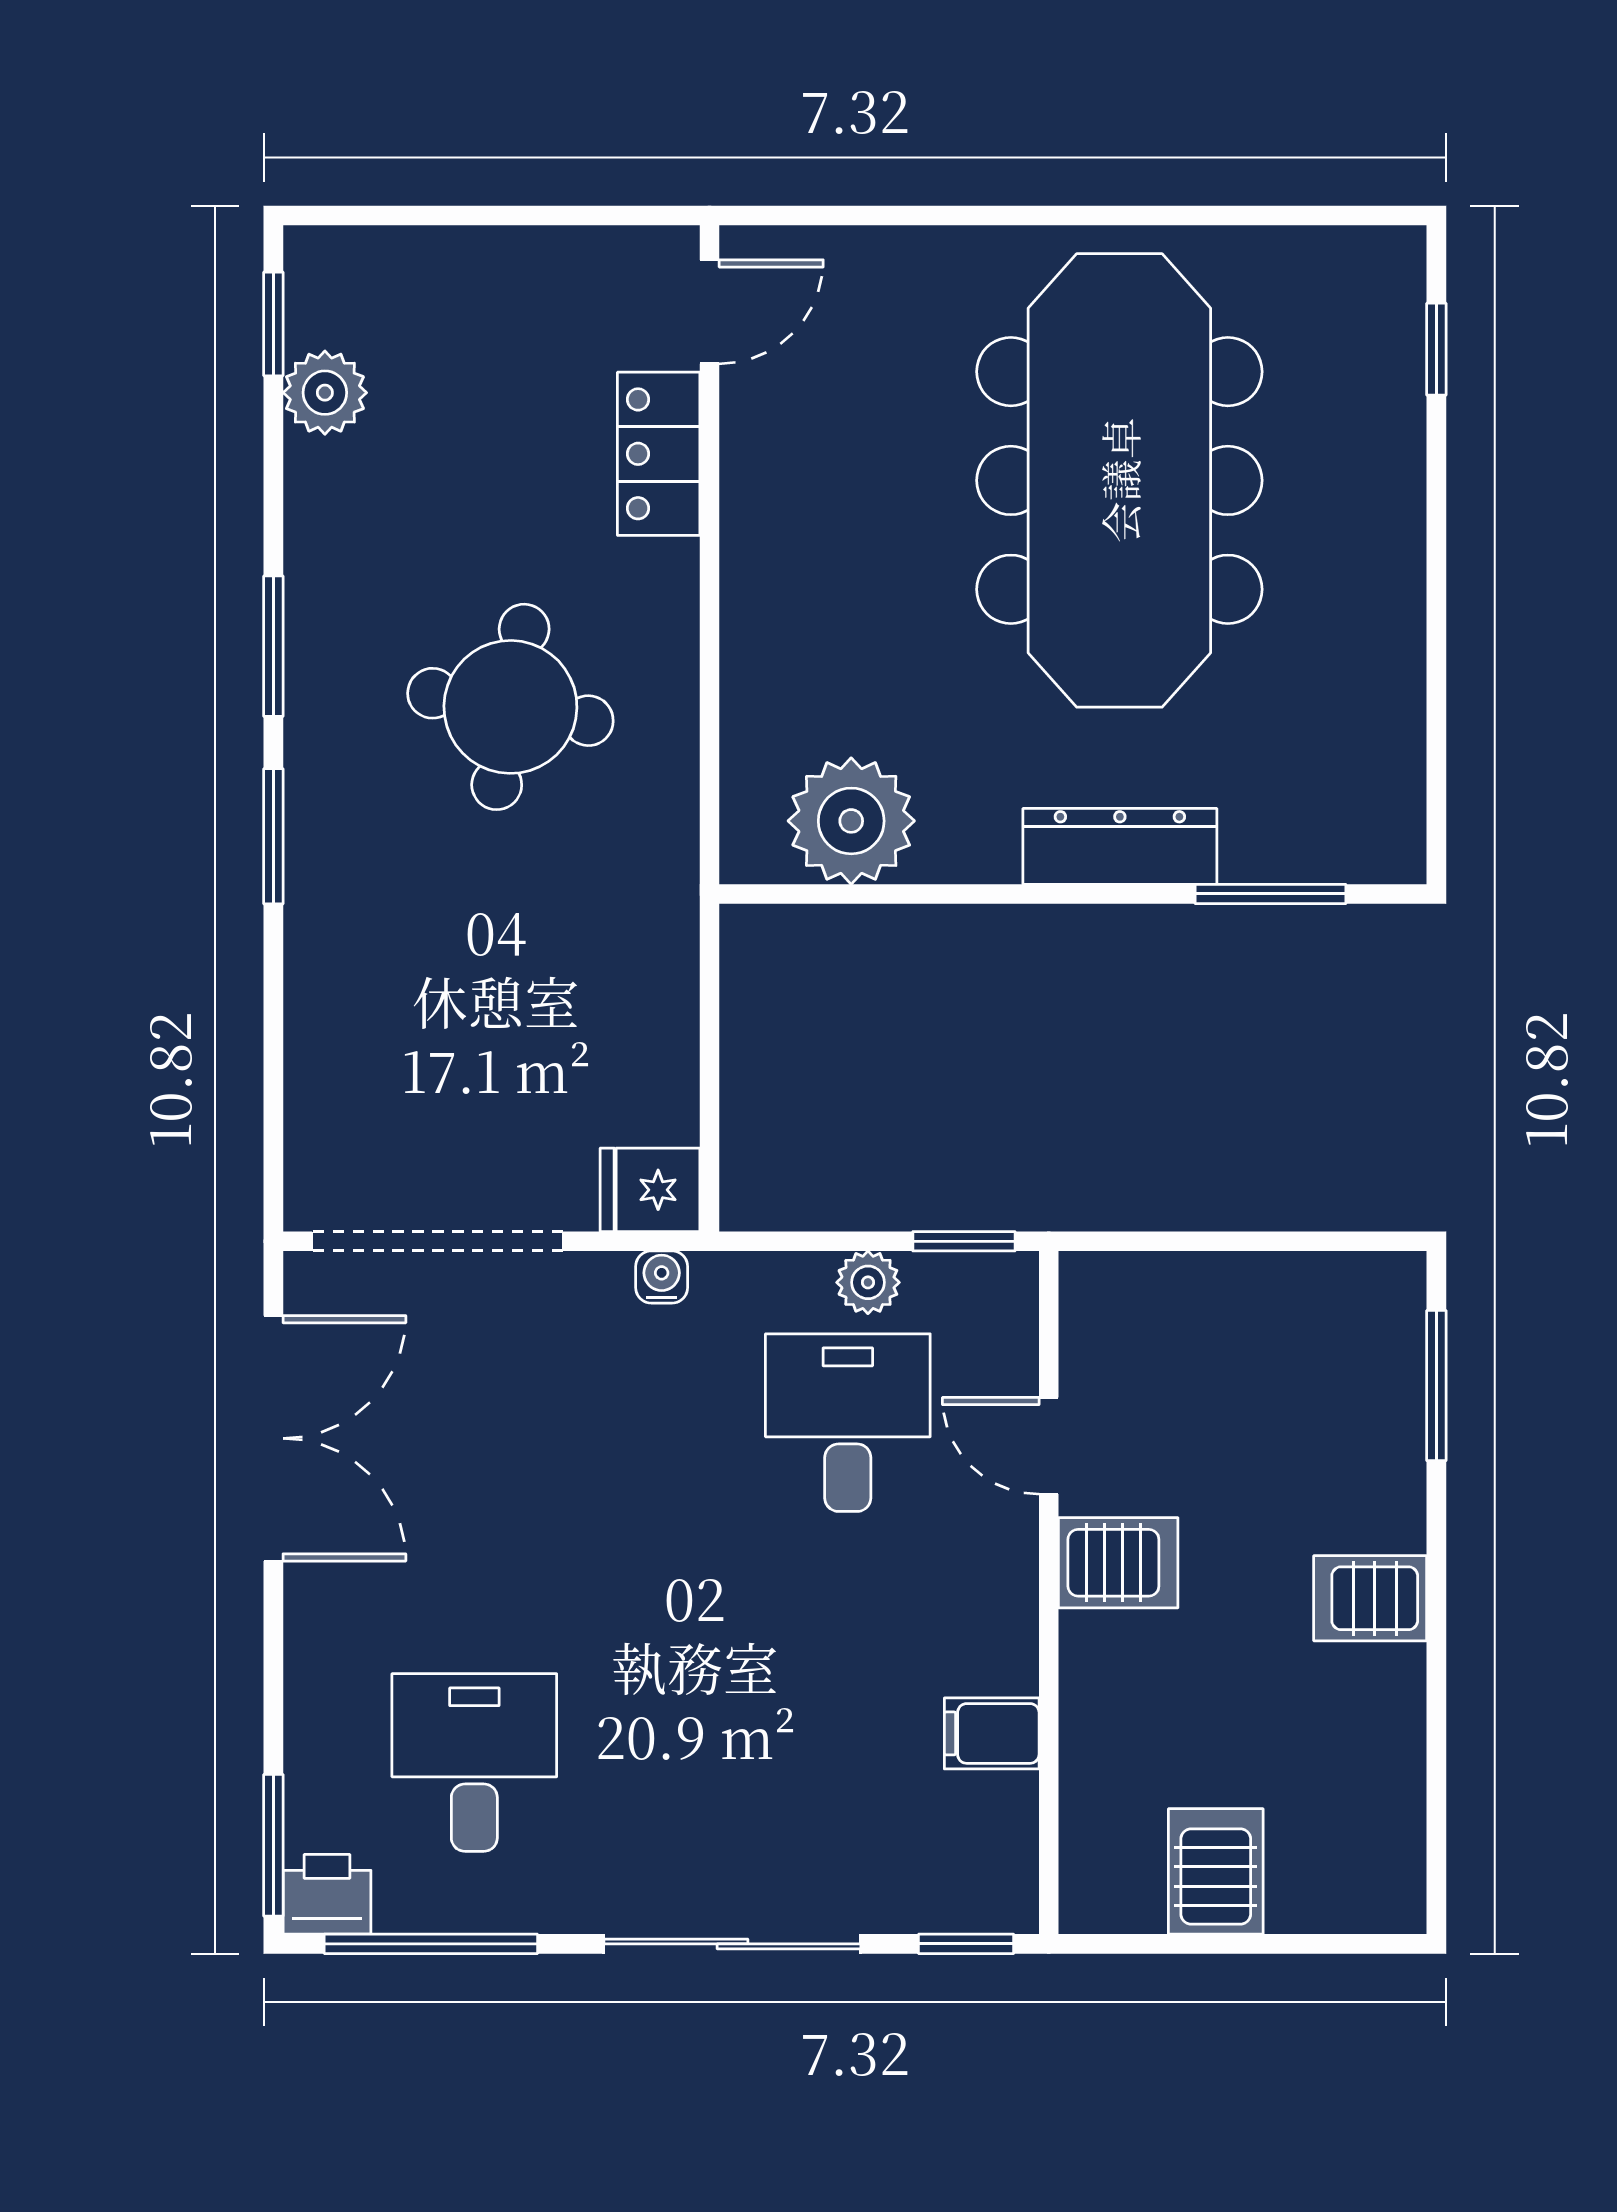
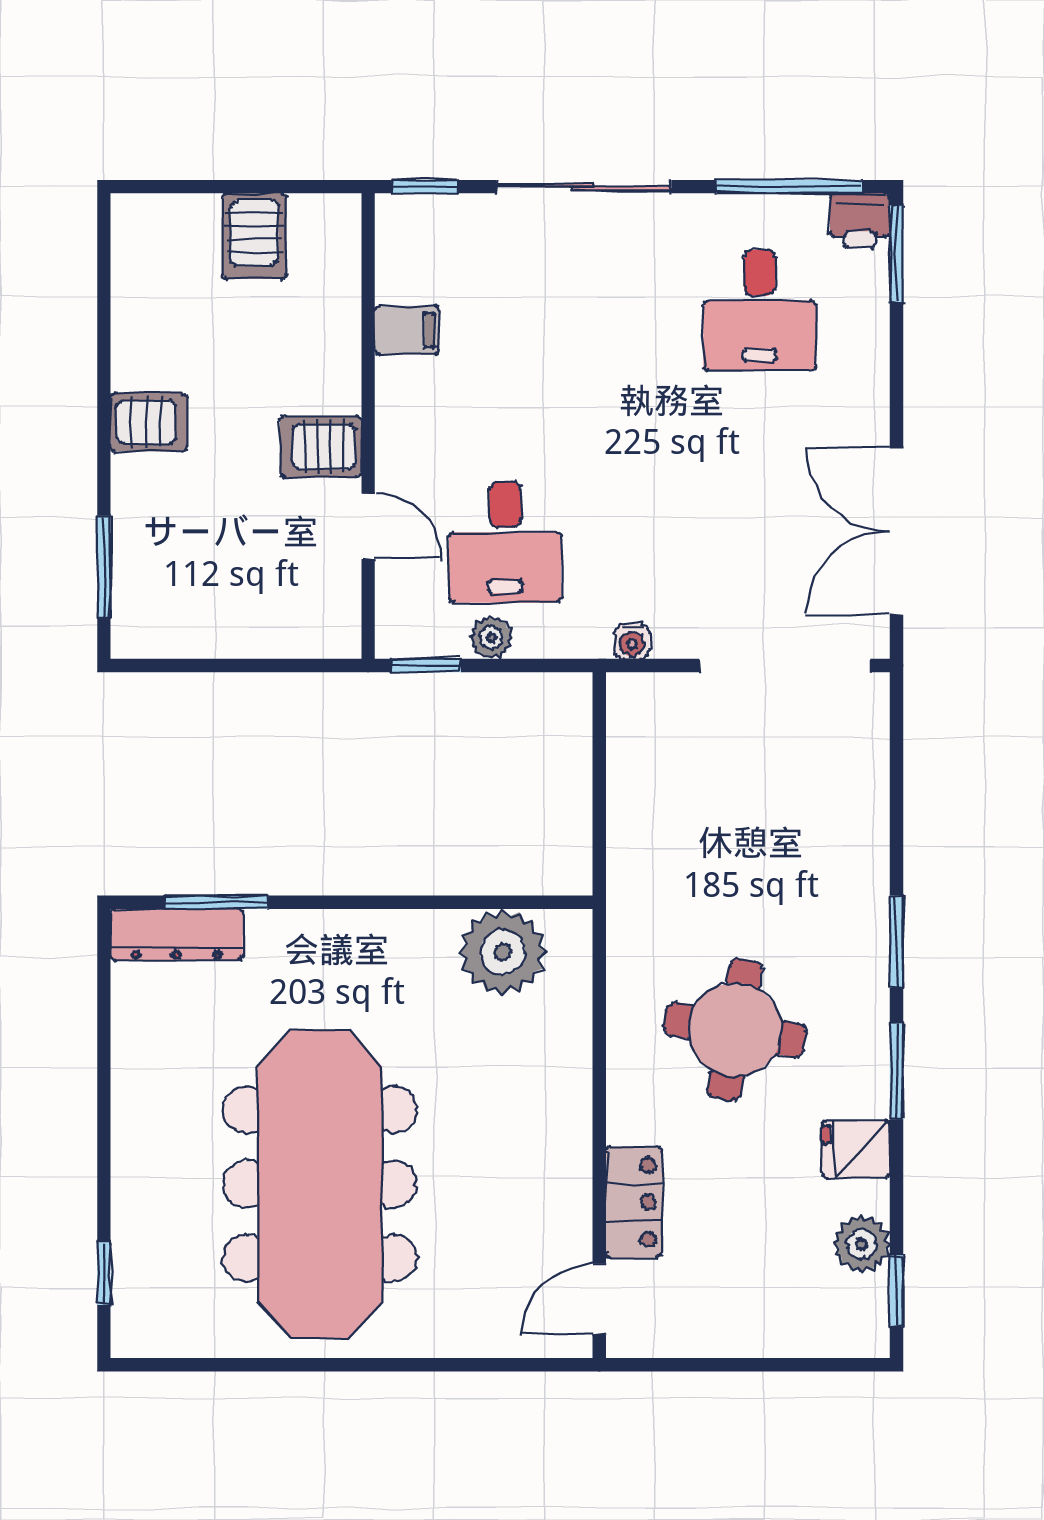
dresser: (1120, 846) -> (177, 935), moved
fridge: (650, 1190) -> (856, 1149), moved, turned 180

